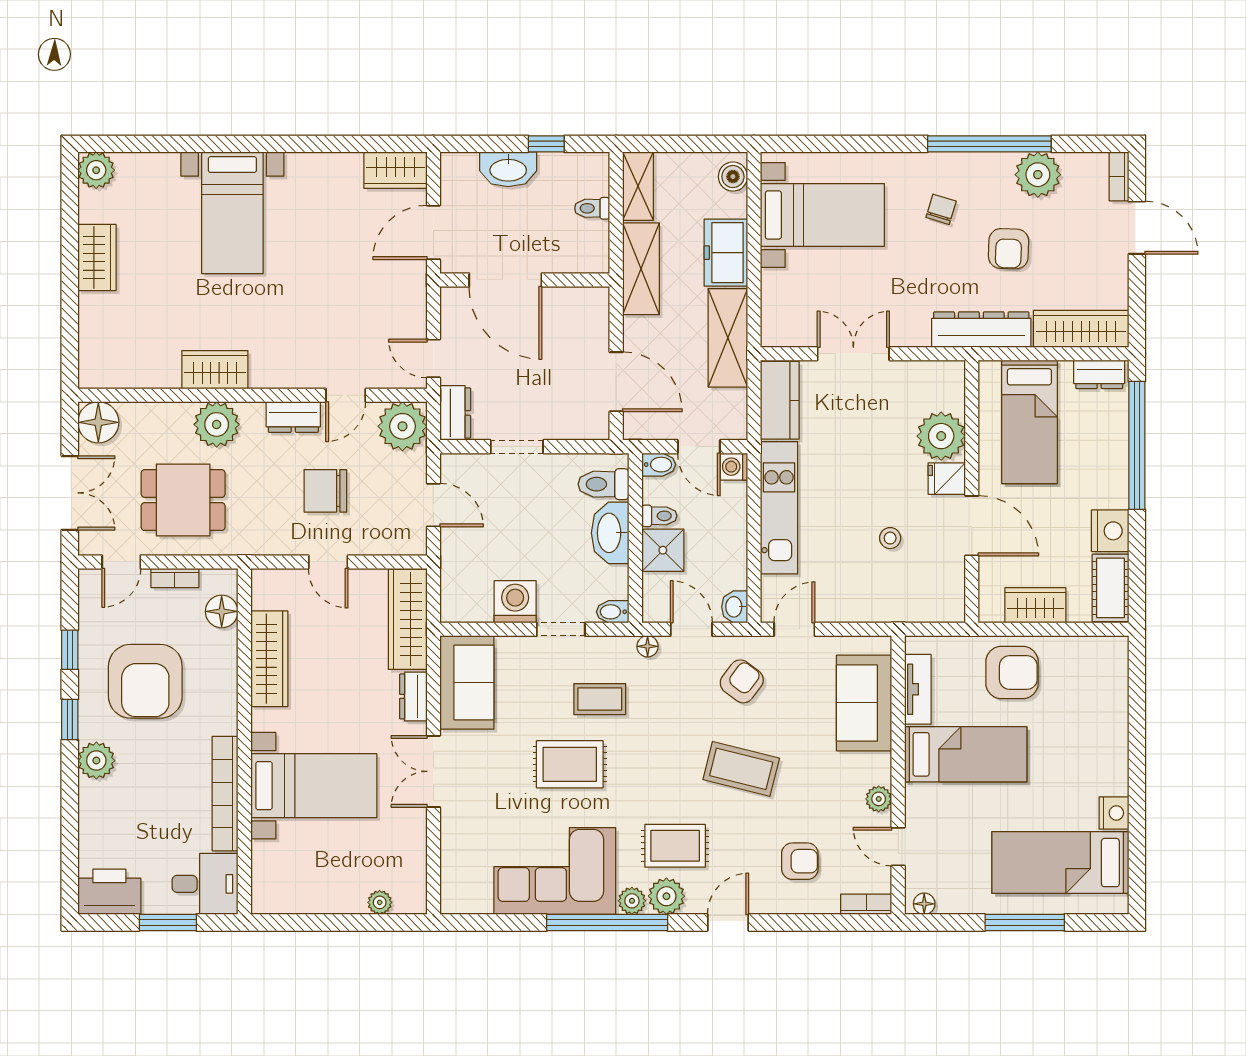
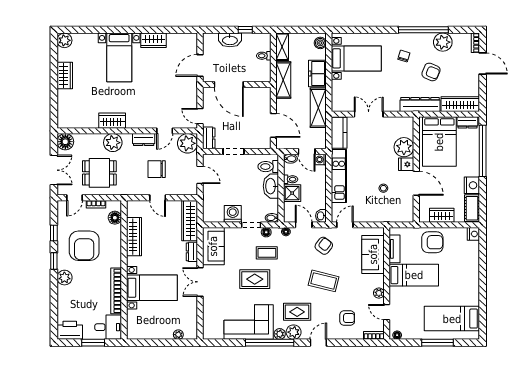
wardrobe: (395, 170) -> (154, 40), moved
armchair: (1009, 249) -> (431, 72), turned -70
bed: (1029, 422) -> (439, 142), width x1.50
floor lamp: (598, 648) -> (266, 232), added
nightstand: (1114, 813) -> (473, 234), moved

